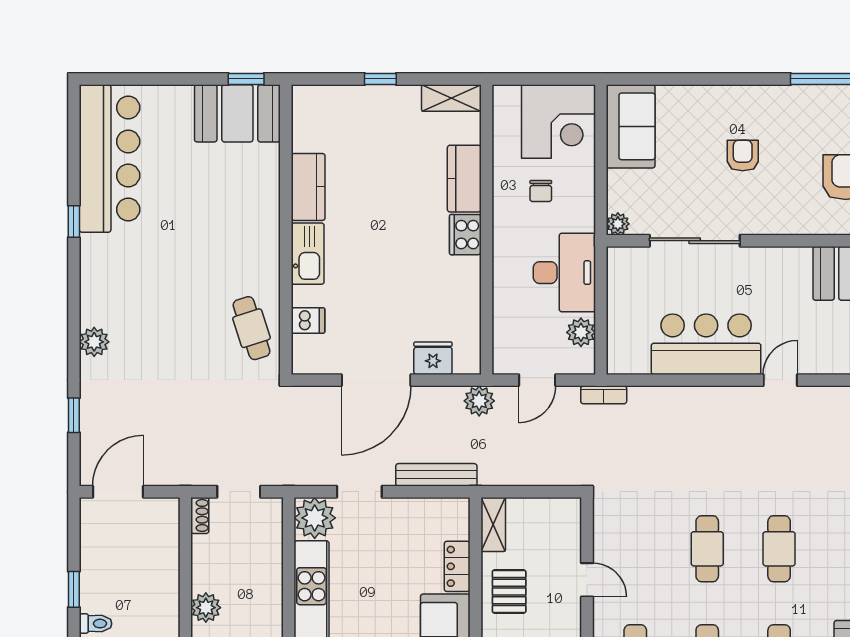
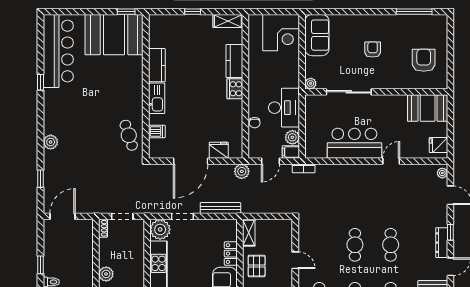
booth: (237, 113) -> (114, 35), width x1.36, depth x1.42
chair: (541, 191) -> (255, 123), moved
filing cabinet: (578, 362) -> (291, 152), added

